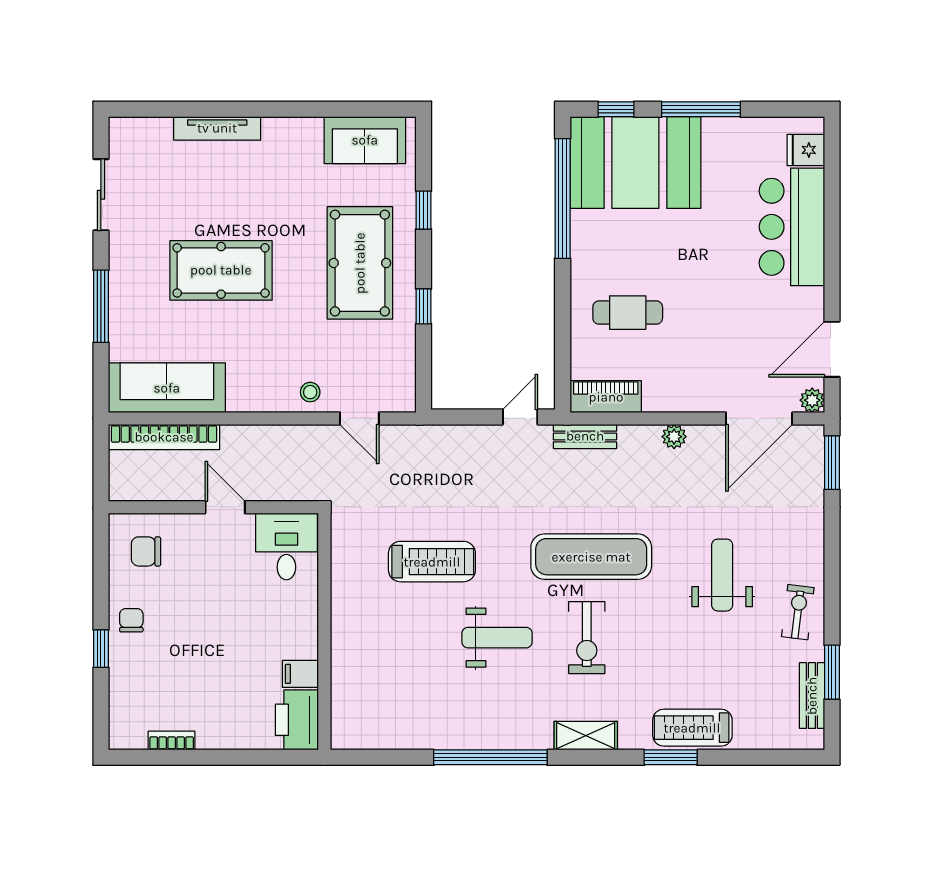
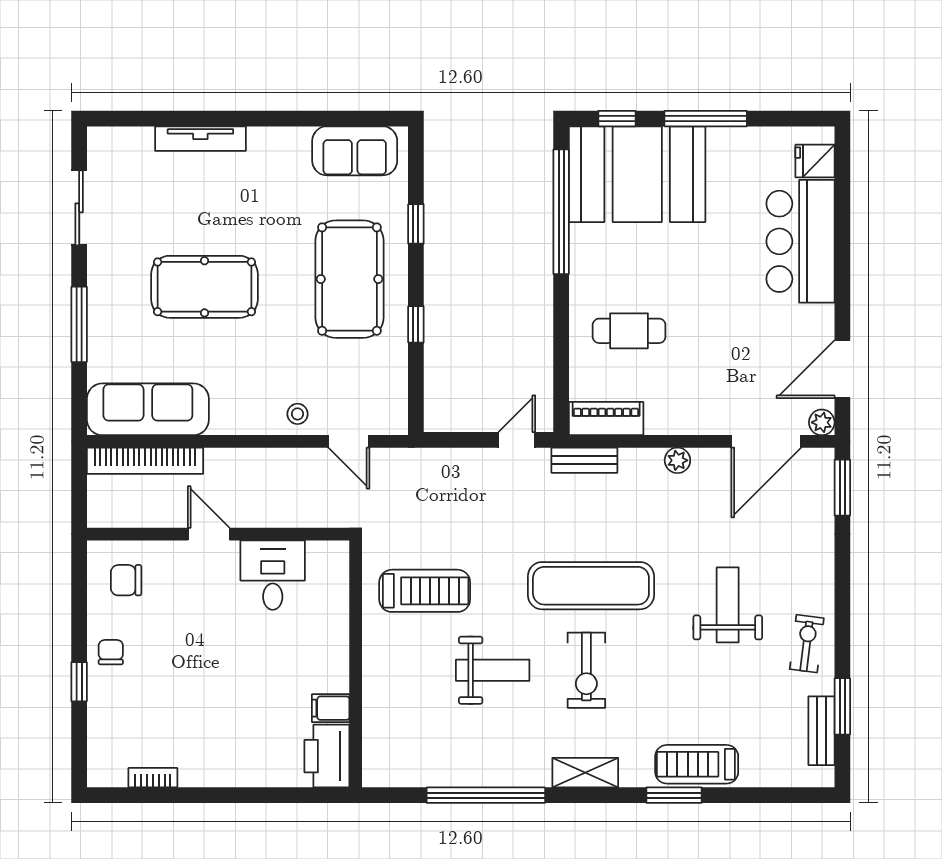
wall: (324, 632) -> (356, 664), moved
filing cabinet: (300, 674) -> (331, 708), moved
printer: (297, 720) -> (327, 756), moved

